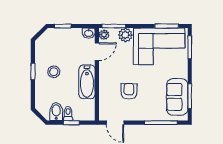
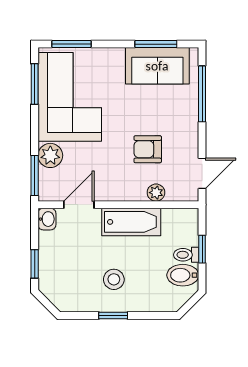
plant: (104, 35) -> (156, 193), moved
door: (97, 52) -> (79, 205), hinge flipped

